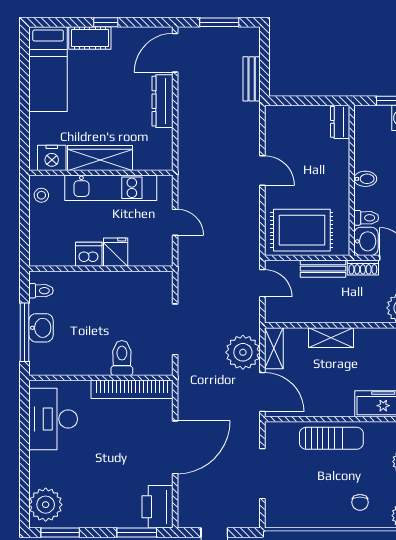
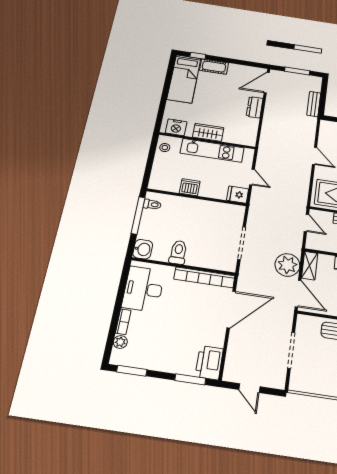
window: (106, 22) -> (198, 56), moved
dresser: (163, 101) -> (255, 107), width x0.70
wardrobe: (100, 158) -> (208, 132), width x0.67
fridge: (116, 252) -> (238, 195), moved, turned -90
washbasin: (41, 328) -> (143, 249), moved
window: (25, 332) -> (138, 215), moved
toilet: (122, 358) -> (178, 252), moved
door: (175, 447) -> (231, 309), moved
bookcase: (36, 469) -> (123, 322), added
plant: (46, 505) -> (120, 342), width x0.53, depth x0.53

